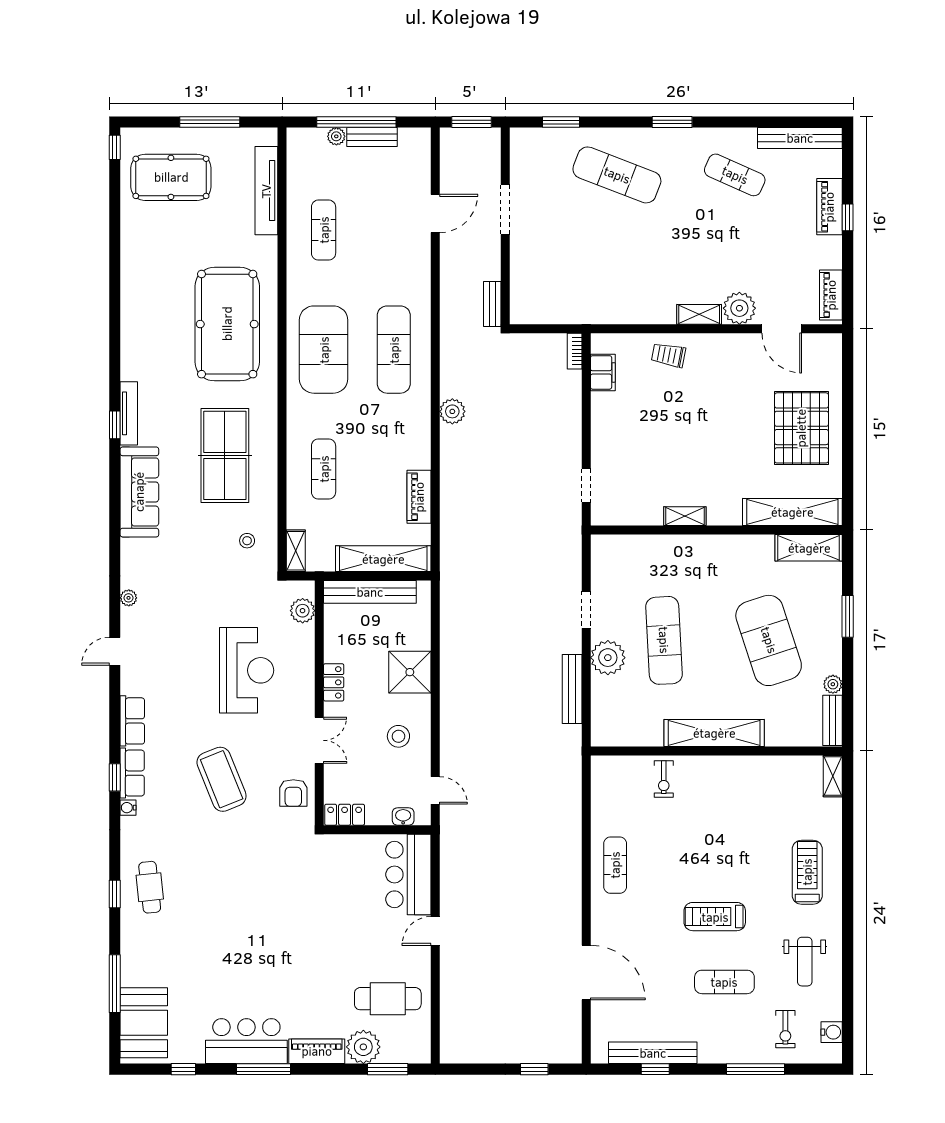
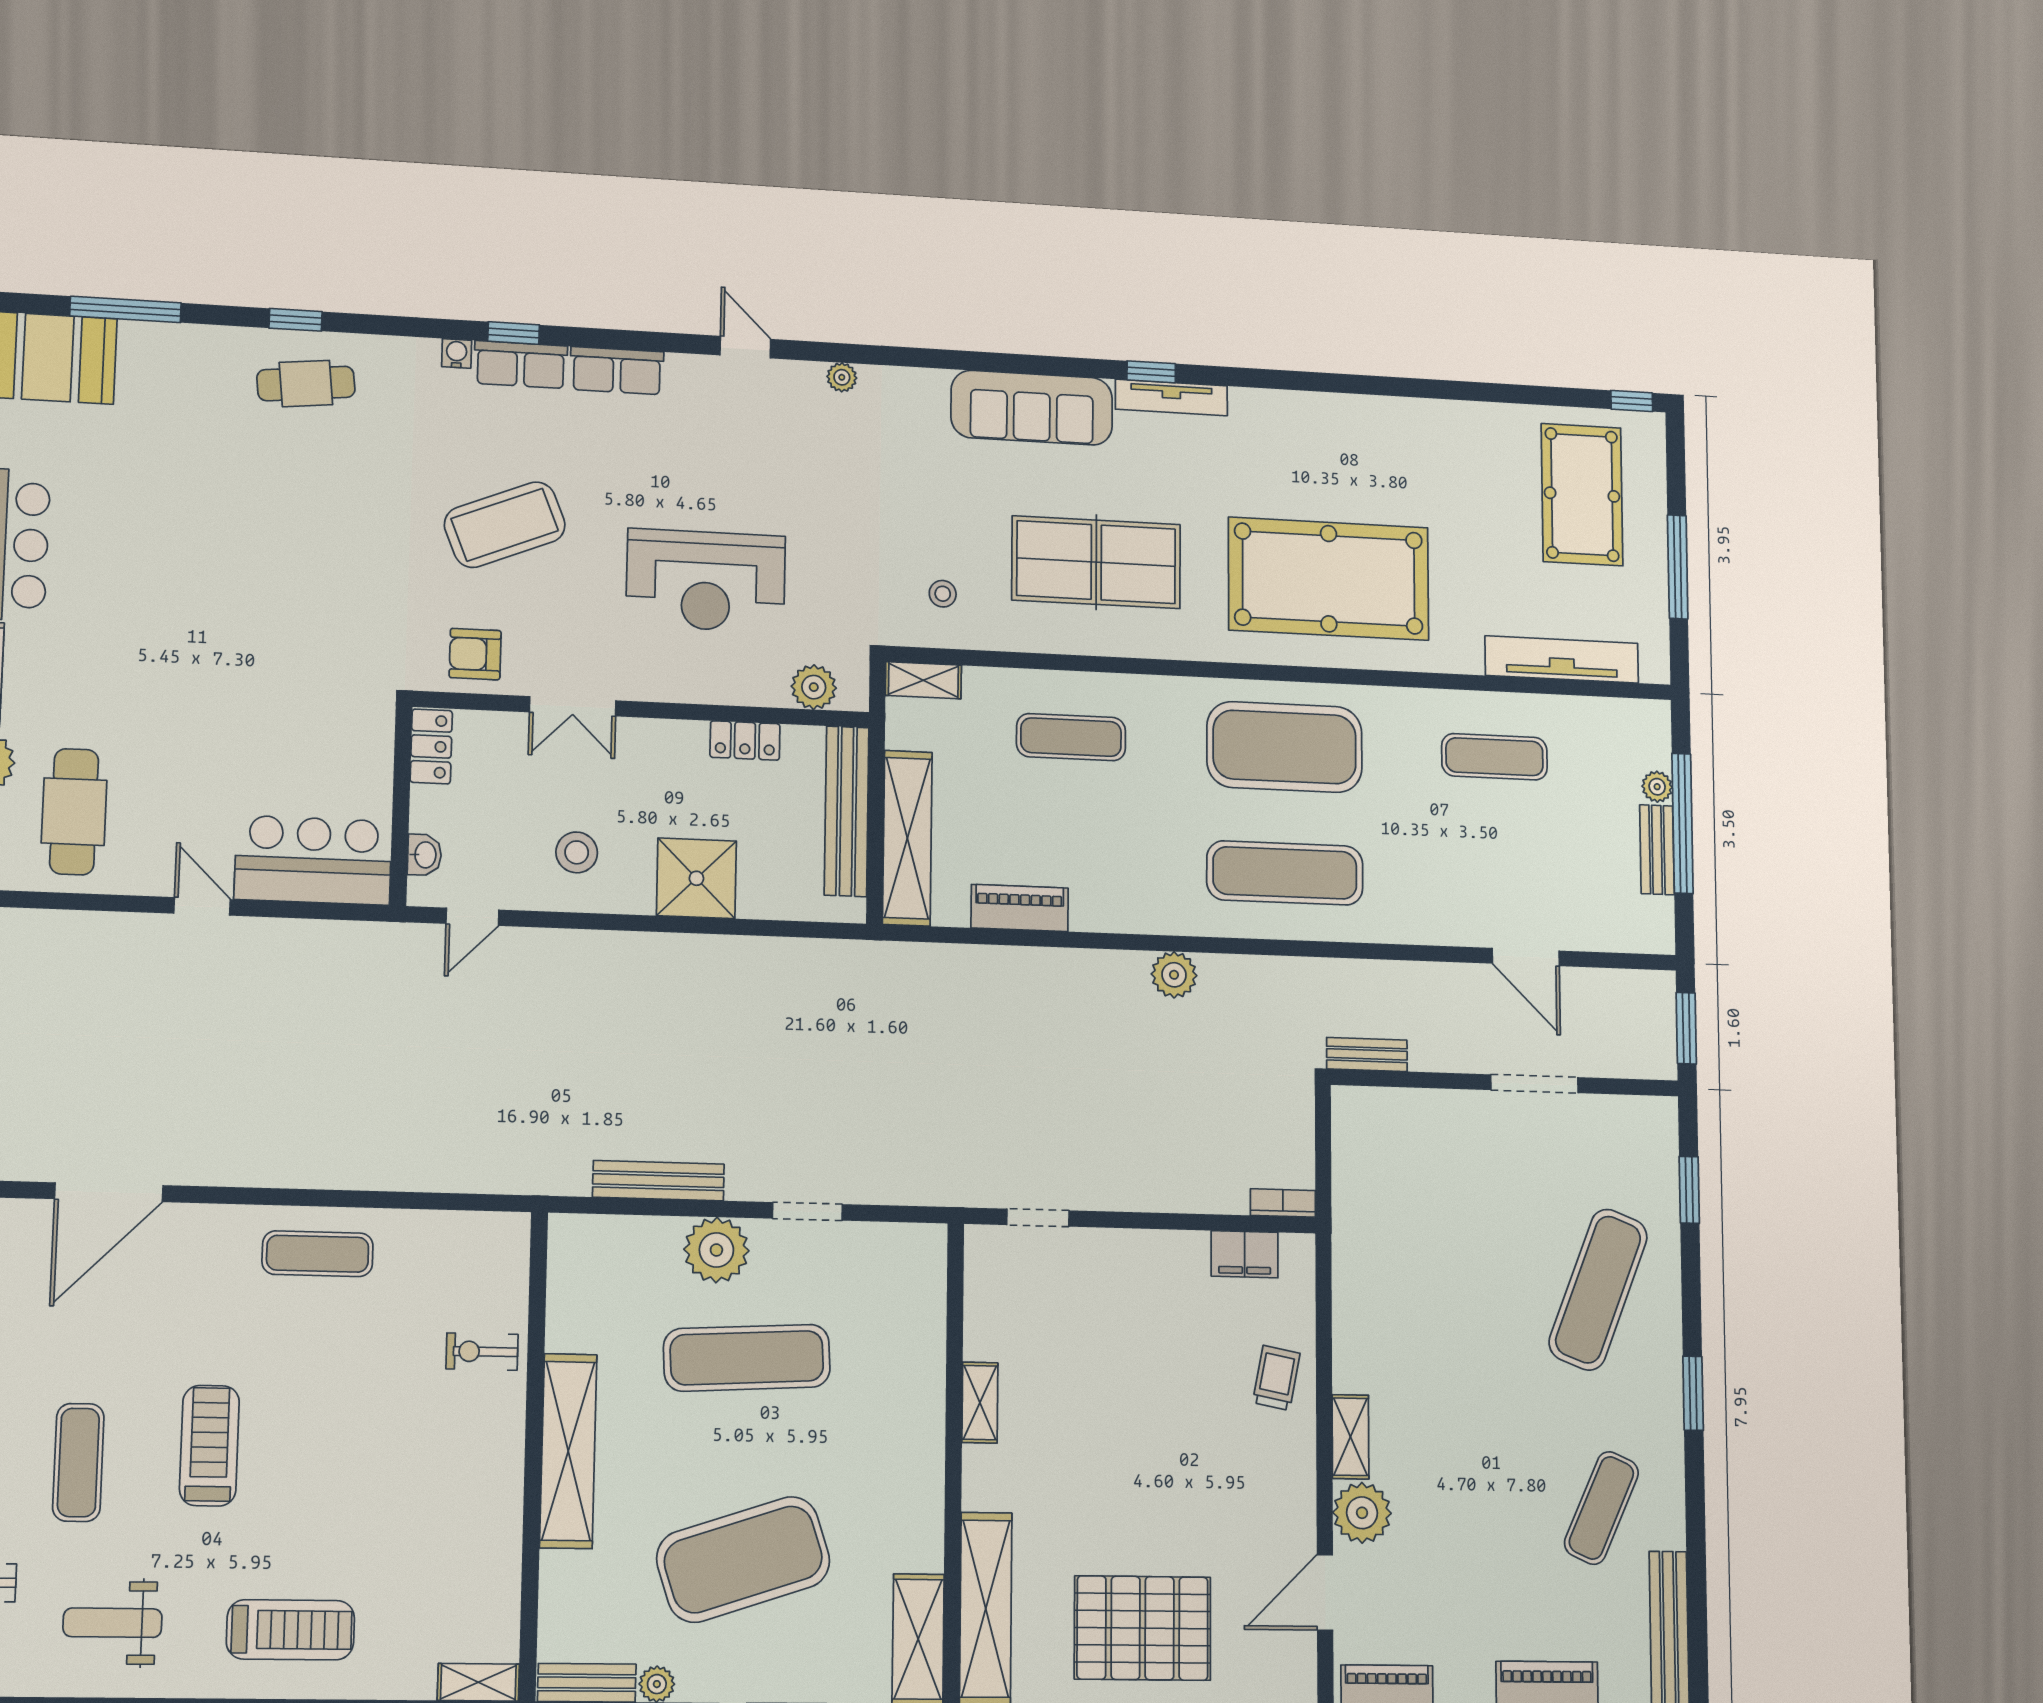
locker: (334, 682) -> (745, 740), moved

